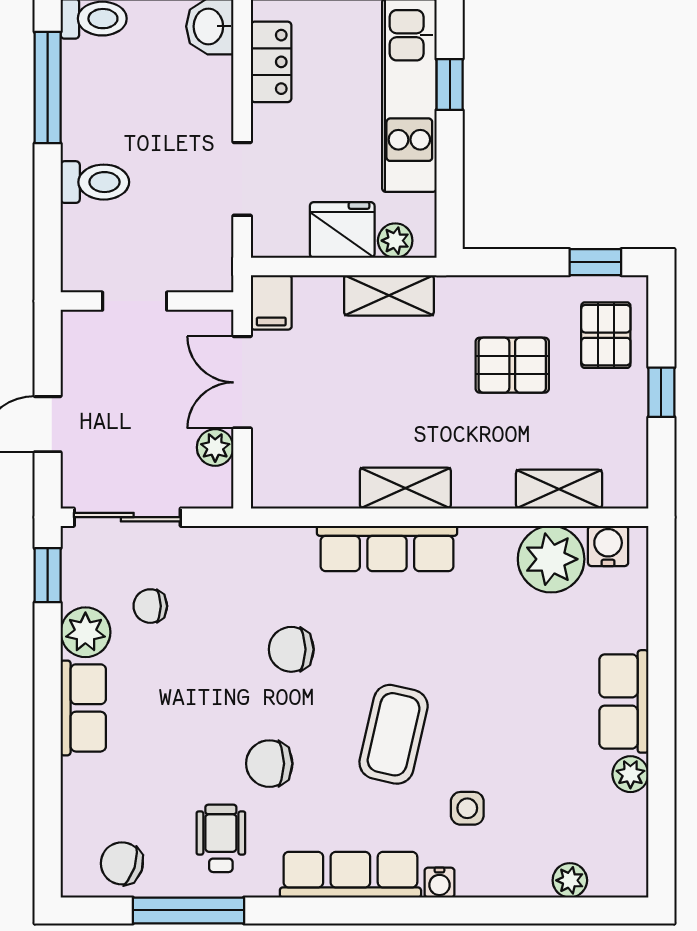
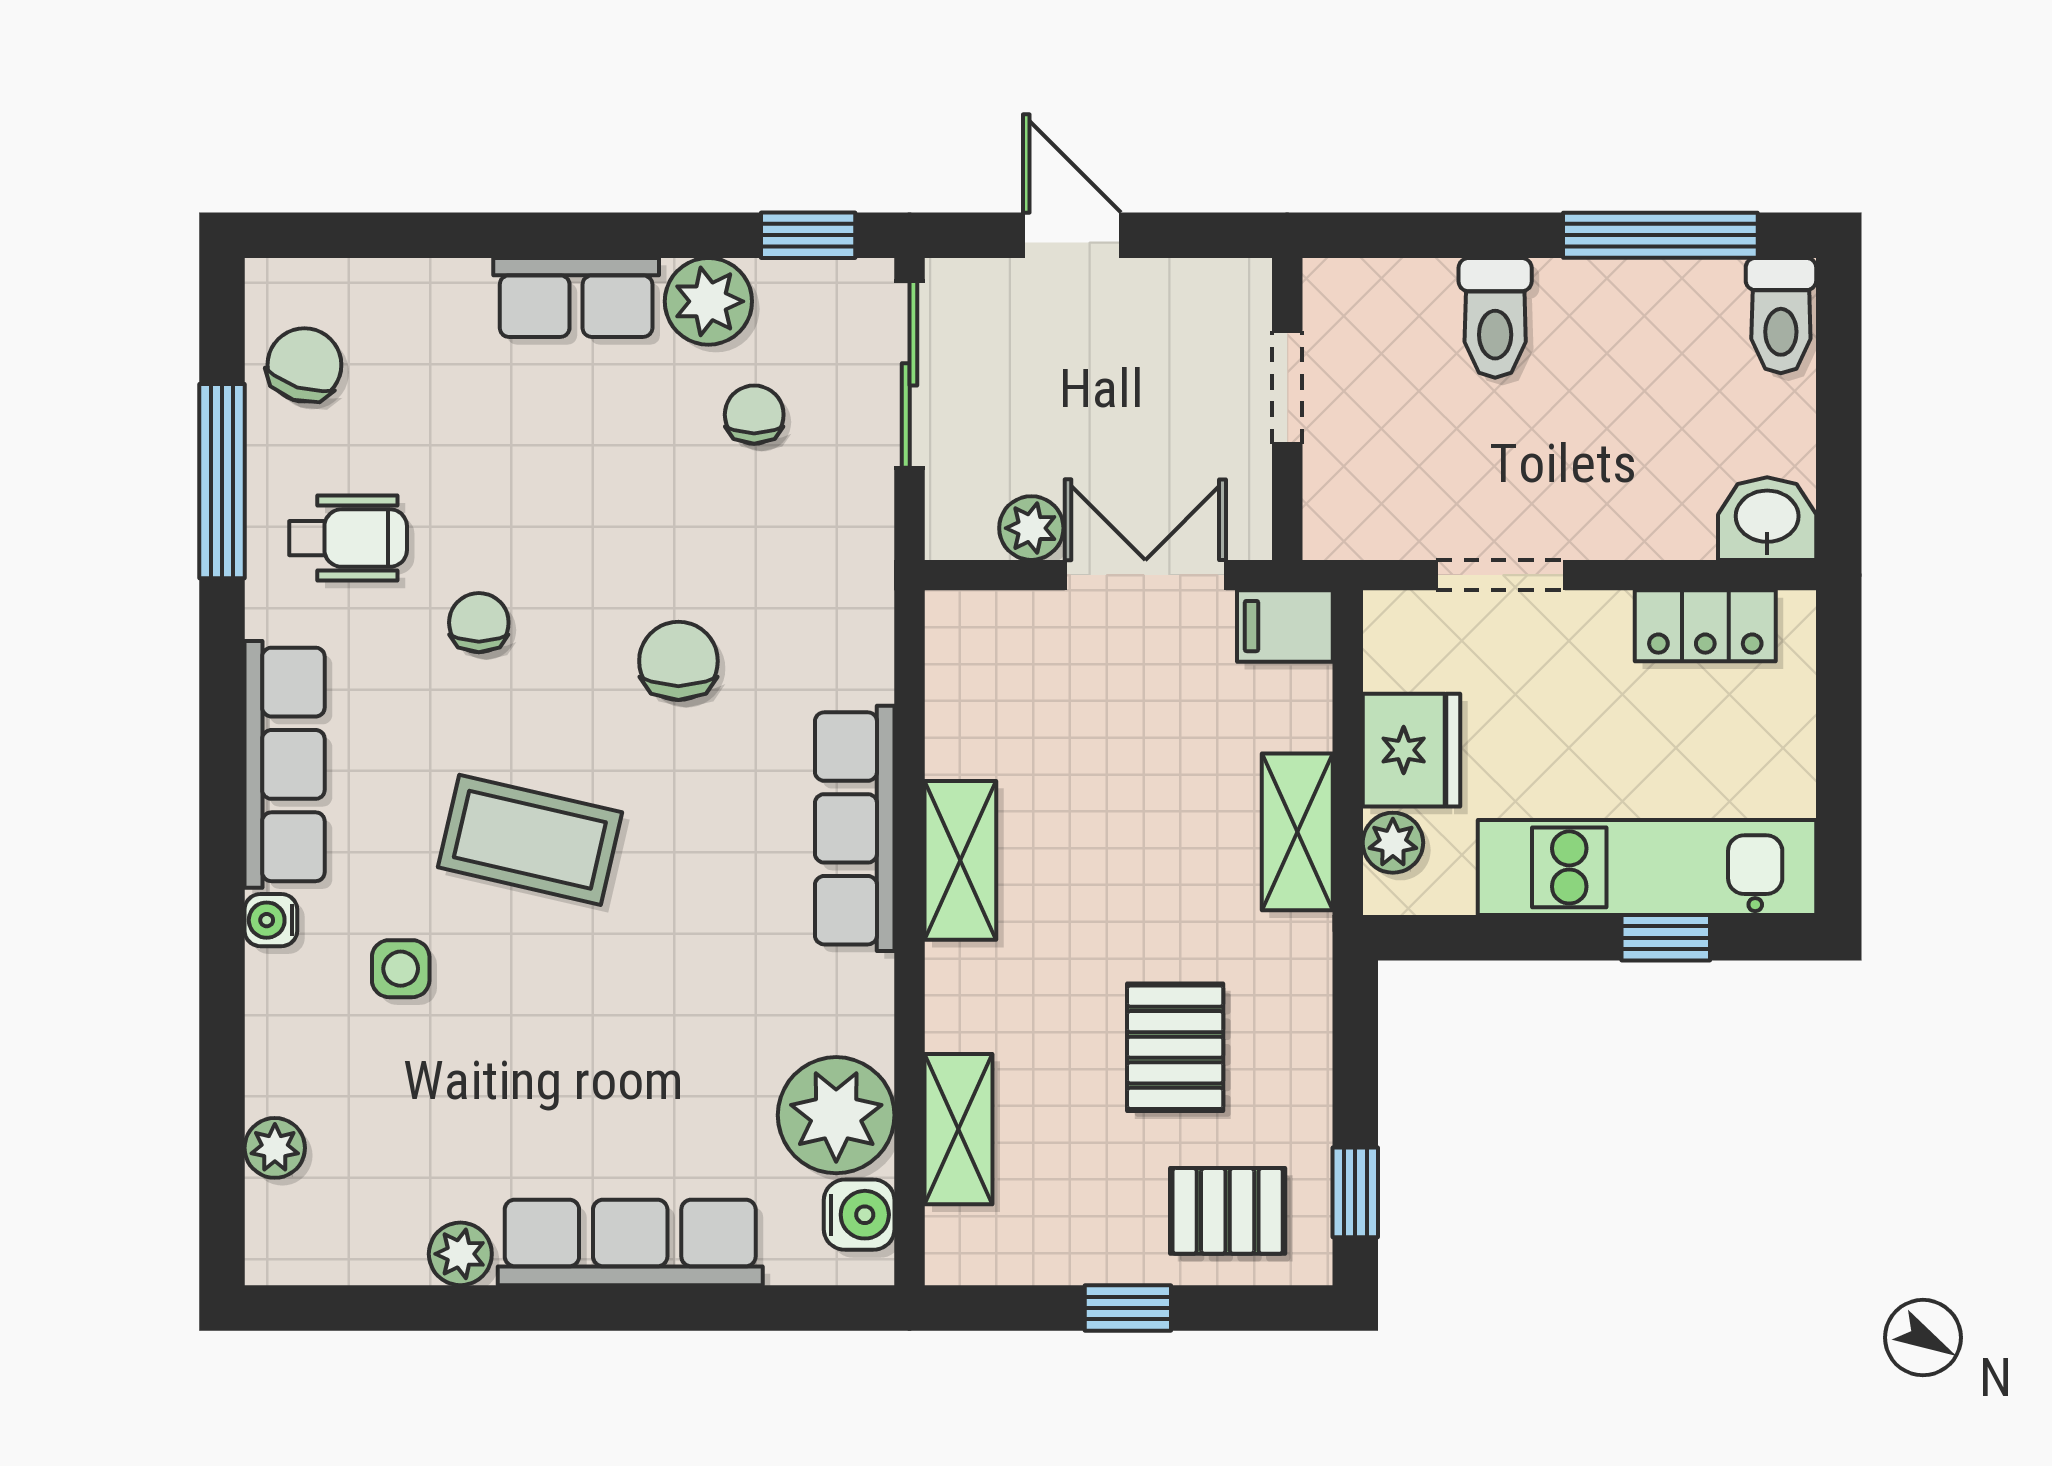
row of seats: (624, 701) -> (630, 1242), width x1.48
chair: (269, 764) -> (479, 623), width x0.73, depth x0.73

